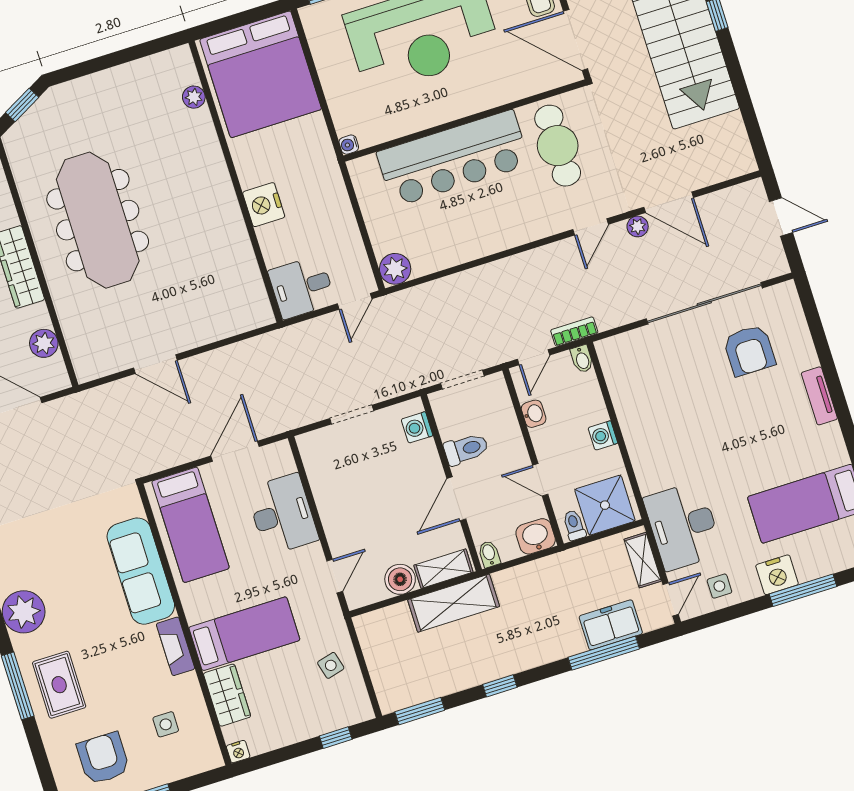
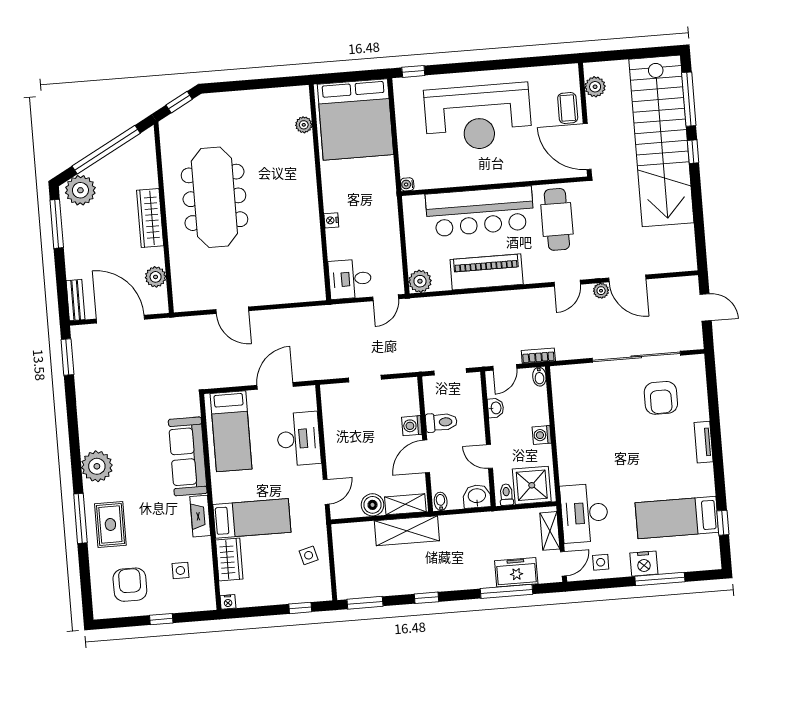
nightstand: (264, 205) -> (331, 220), width x0.53, depth x0.56
piano: (480, 236) -> (487, 272), added
washing machine: (417, 427) -> (412, 426), moved

